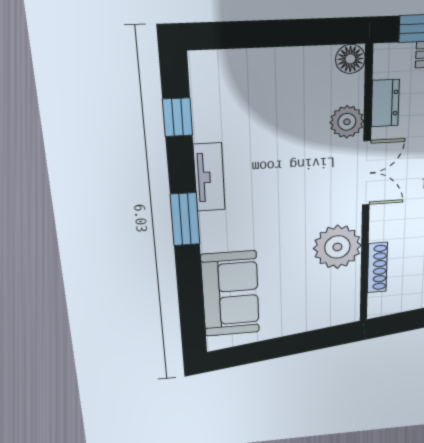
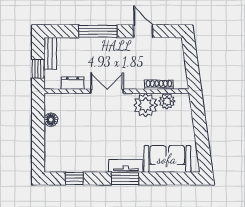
floor lamp: (350, 59) -> (51, 120), moved
plant: (347, 122) -> (167, 101), moved
tv unit: (209, 177) -> (126, 166), moved

